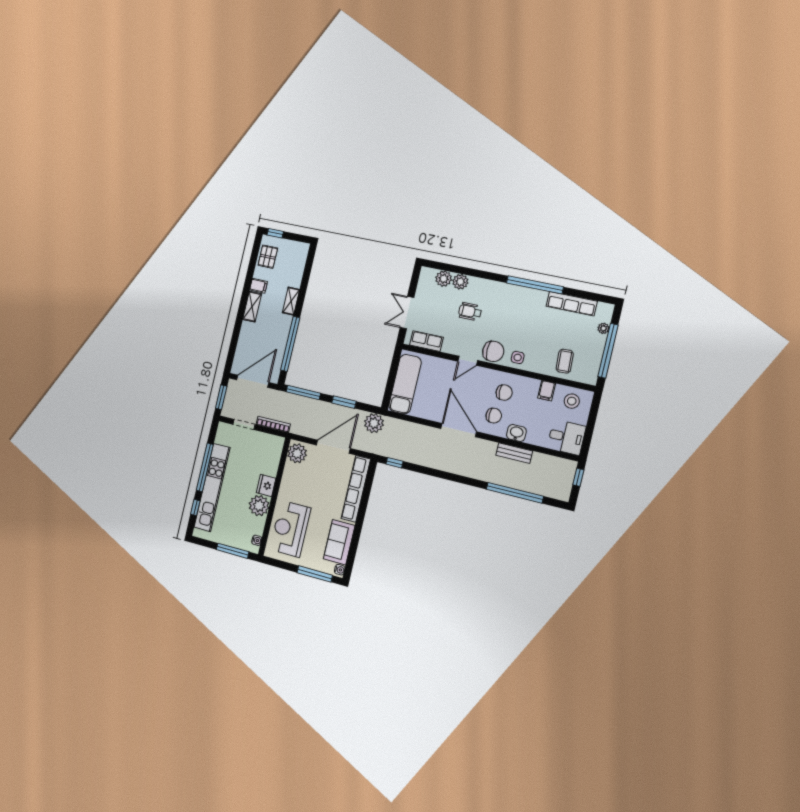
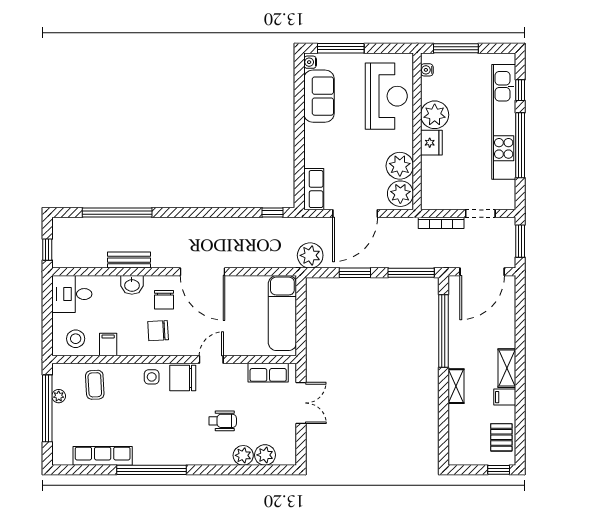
plant: (603, 328) -> (59, 396), moved
chair: (494, 416) -> (164, 300), turned -90
plant: (293, 474) -> (400, 166), added
row of seats: (356, 489) -> (314, 189), width x0.50

